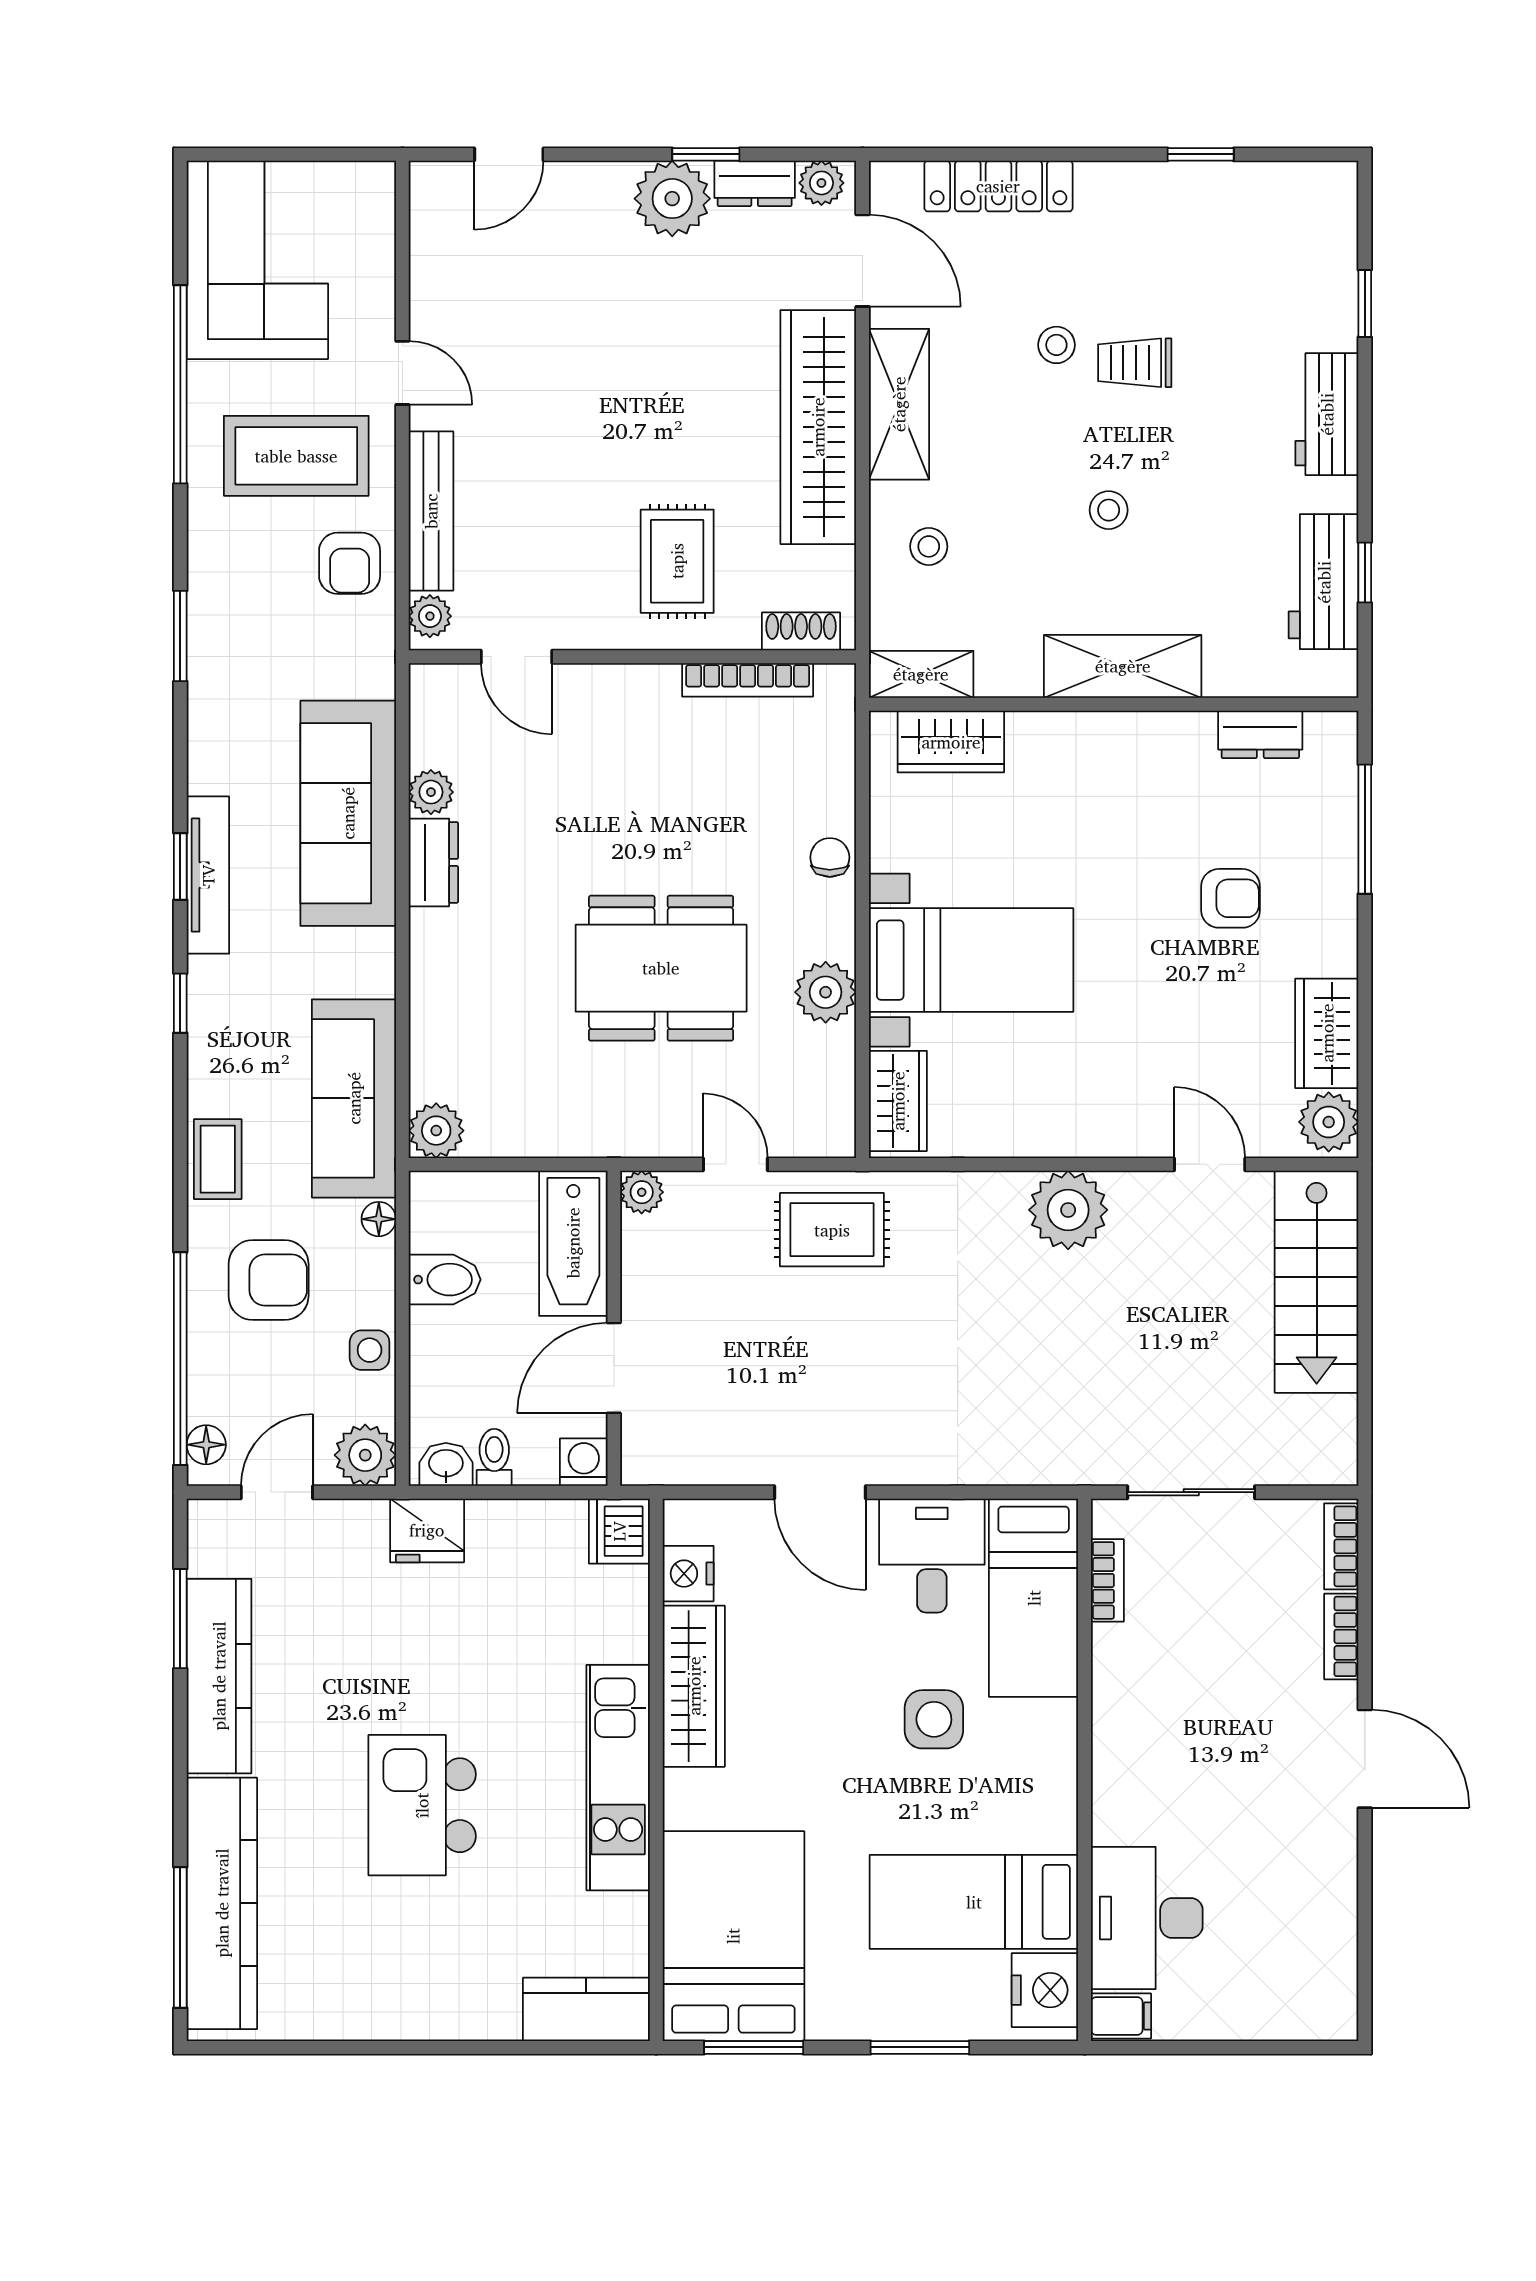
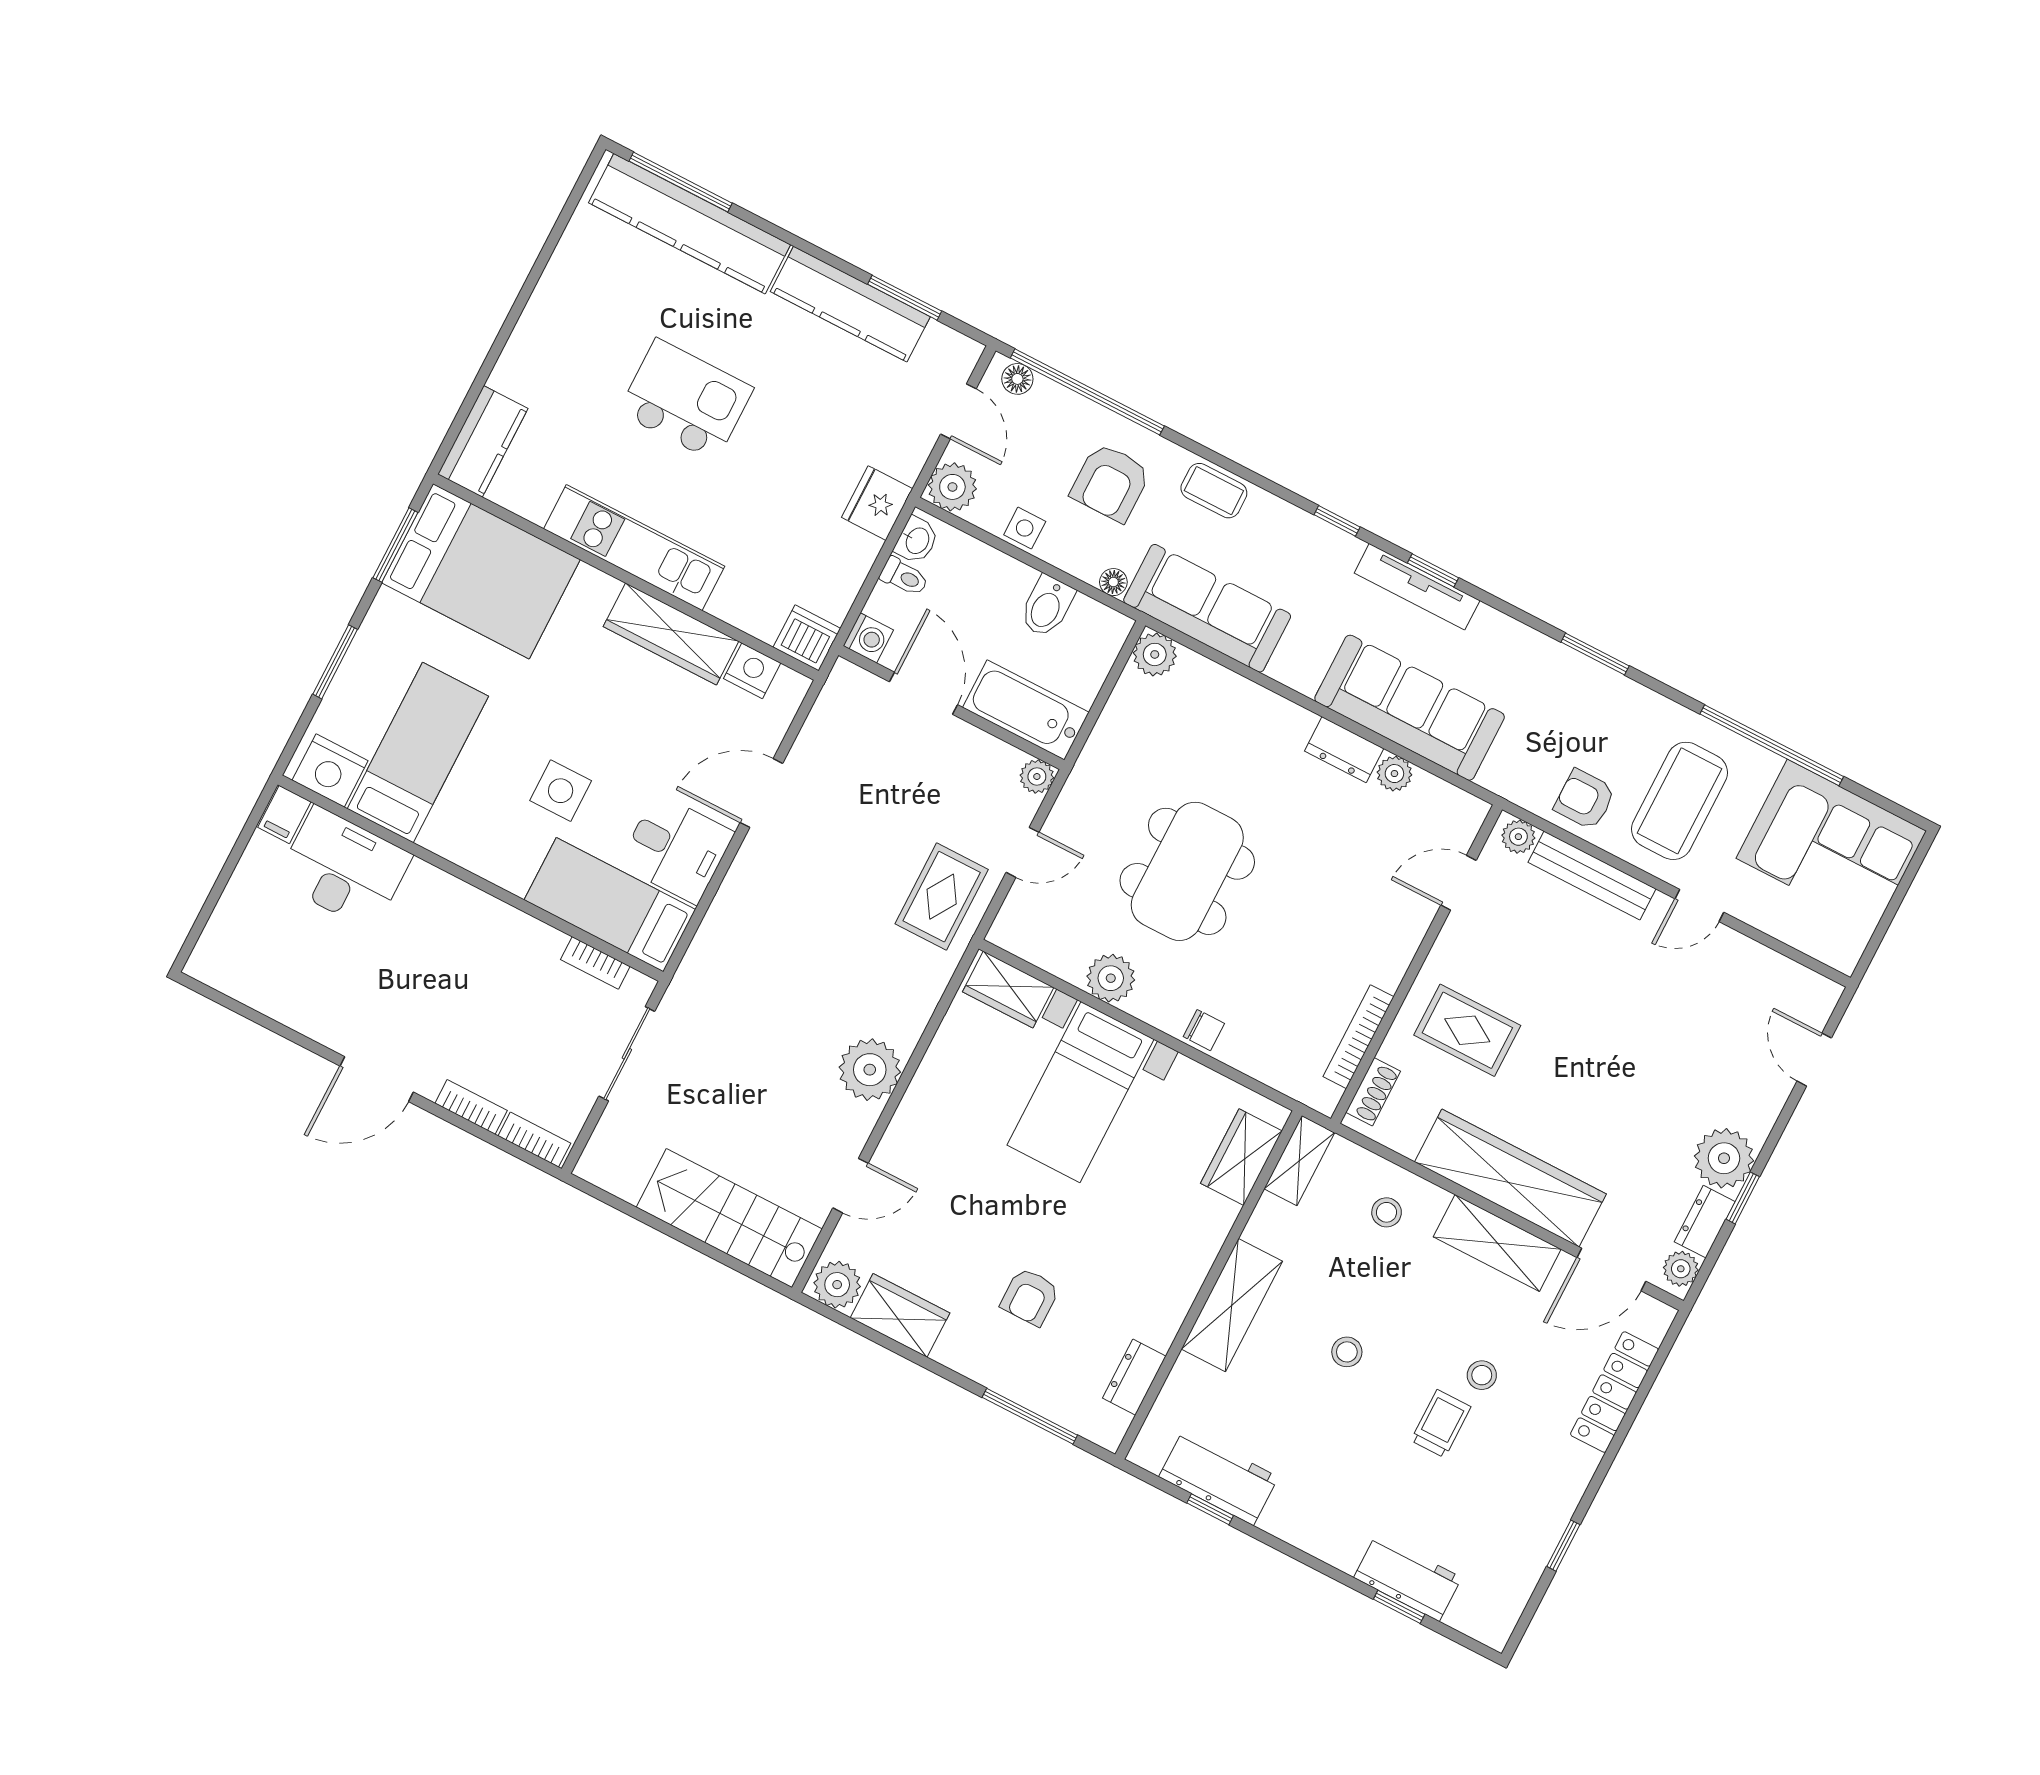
workbench: (1327, 414) -> (1408, 1578), moved

